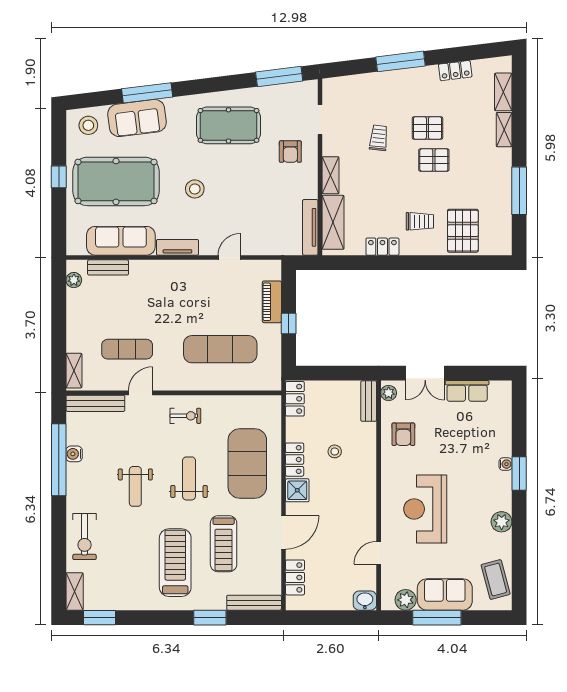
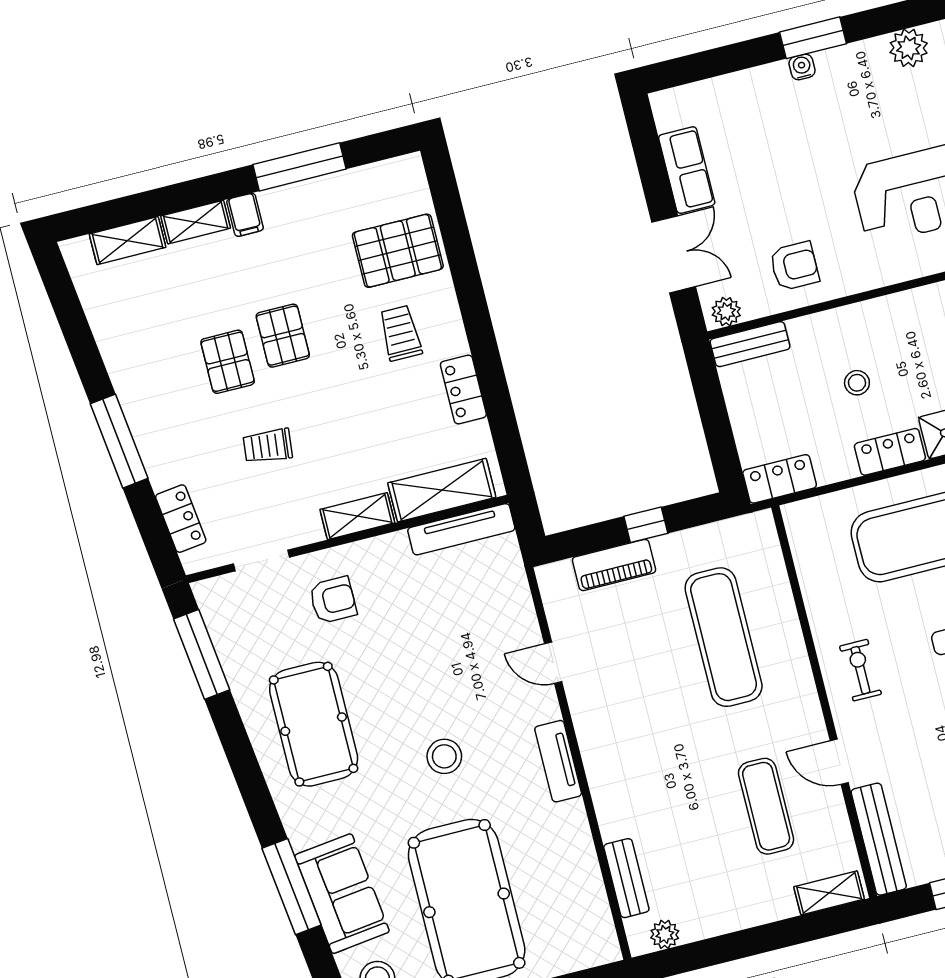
locker: (455, 71) -> (181, 519), moved
filing cabinet: (501, 156) -> (245, 215), added
sofa: (121, 241) -> (572, 867), removed

